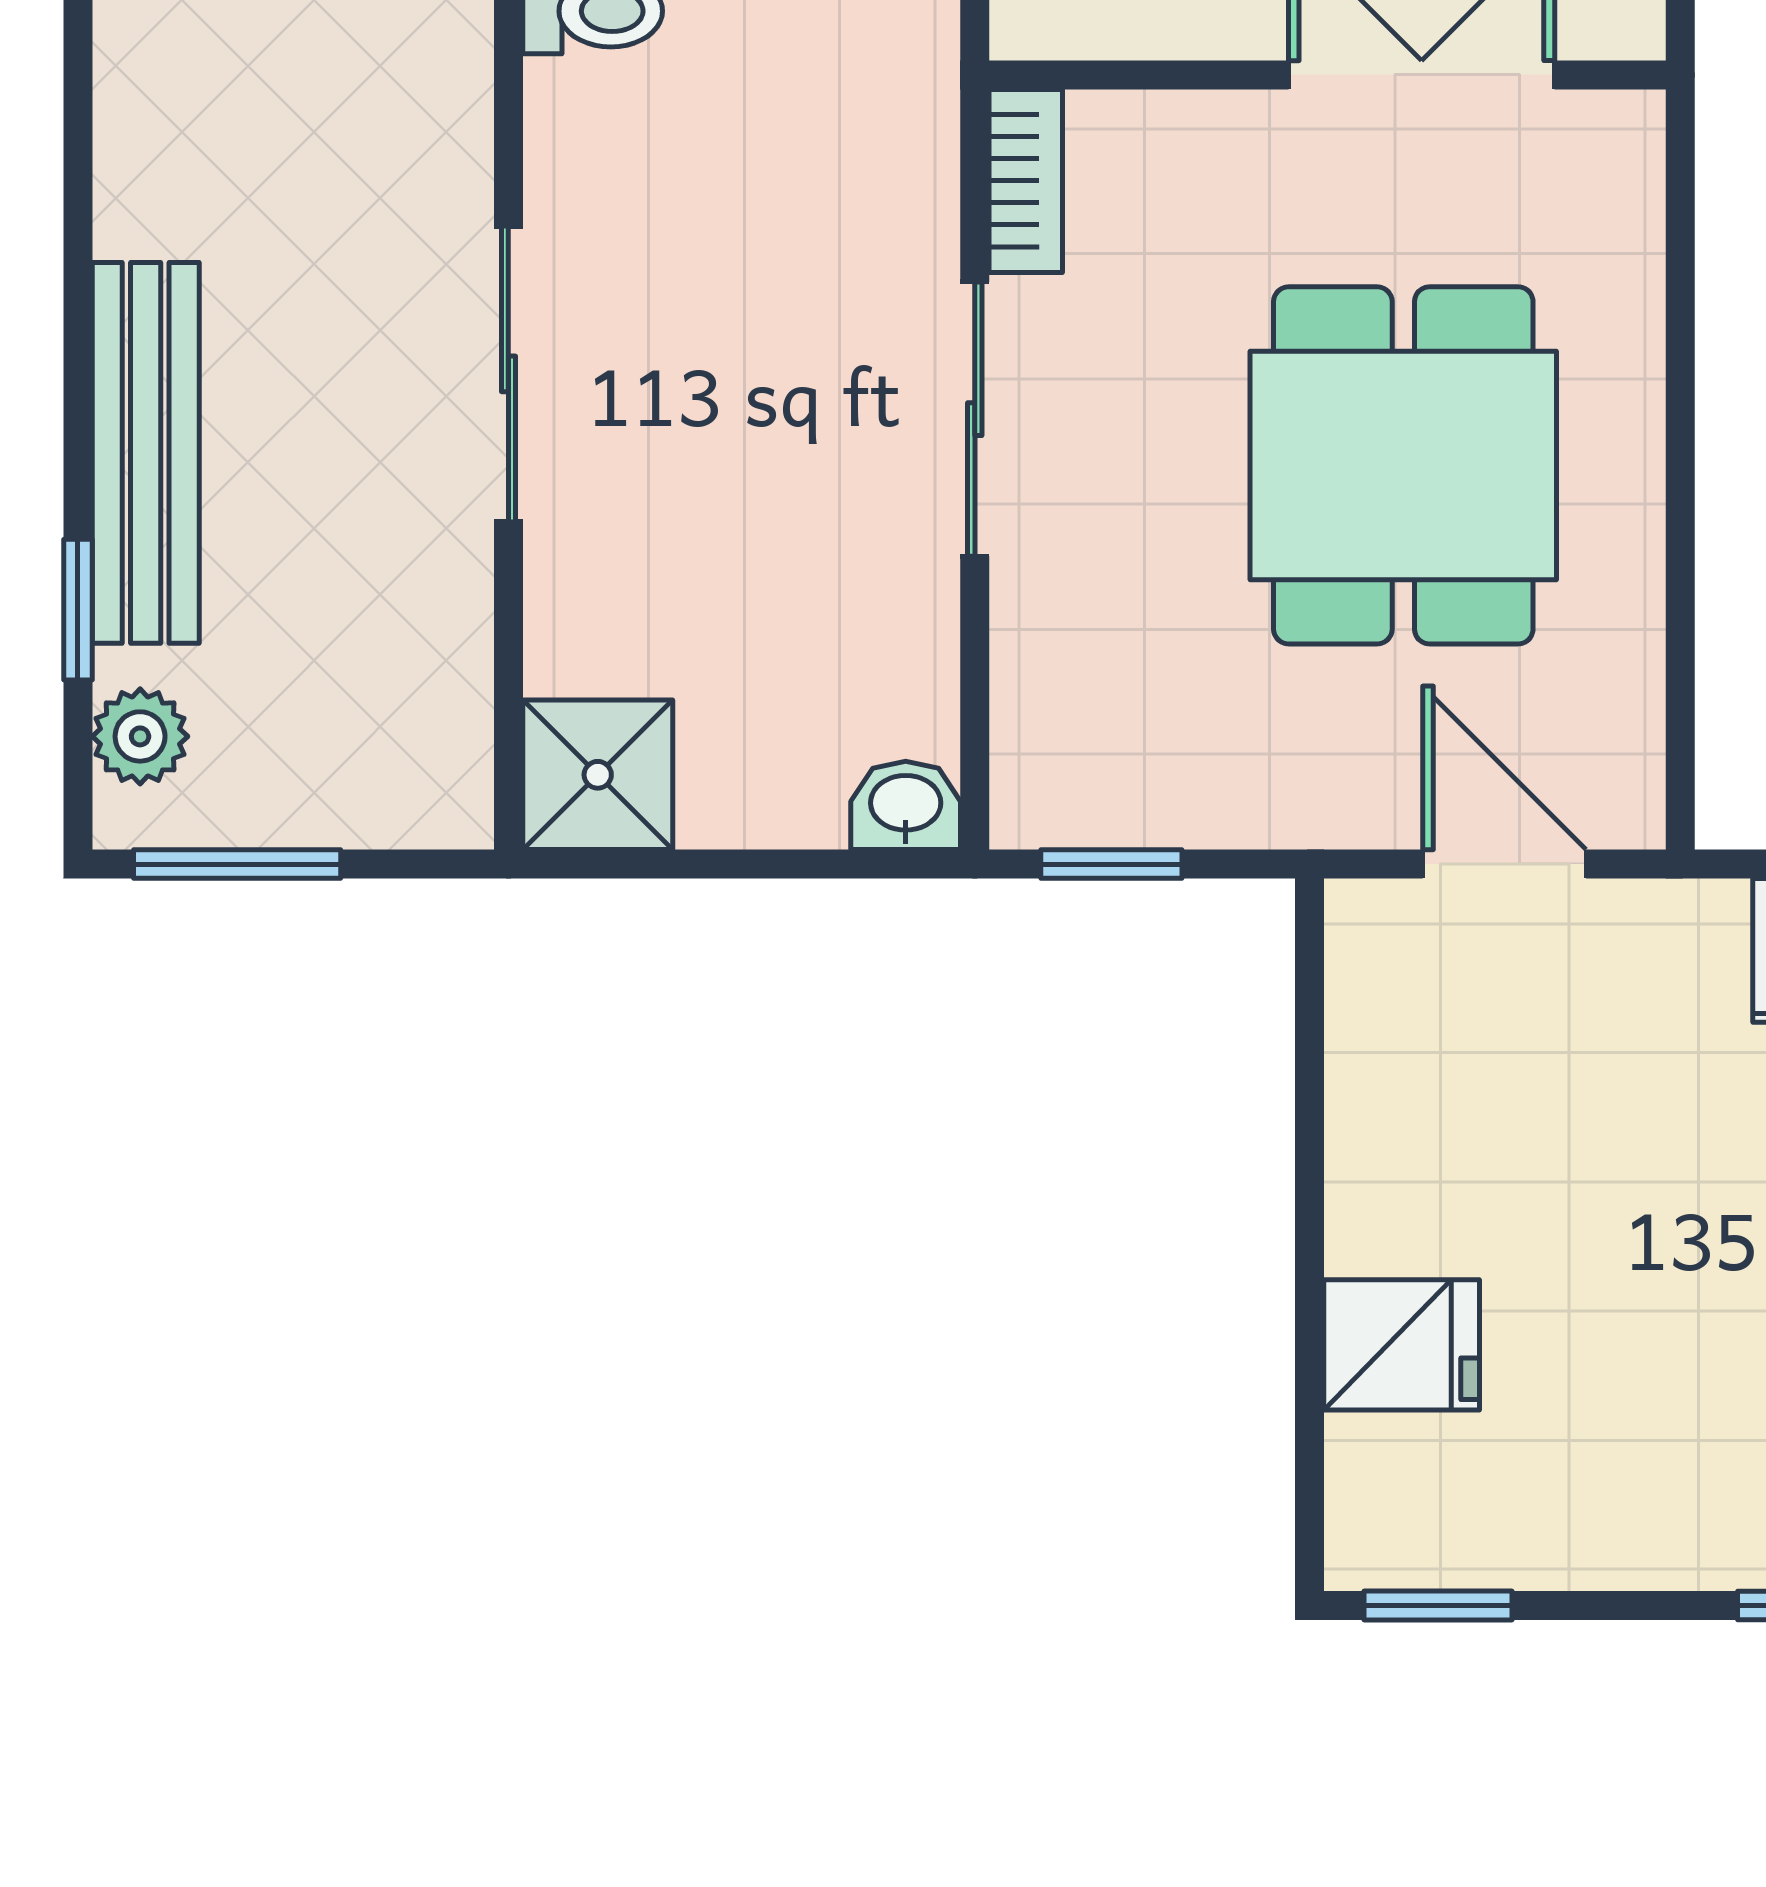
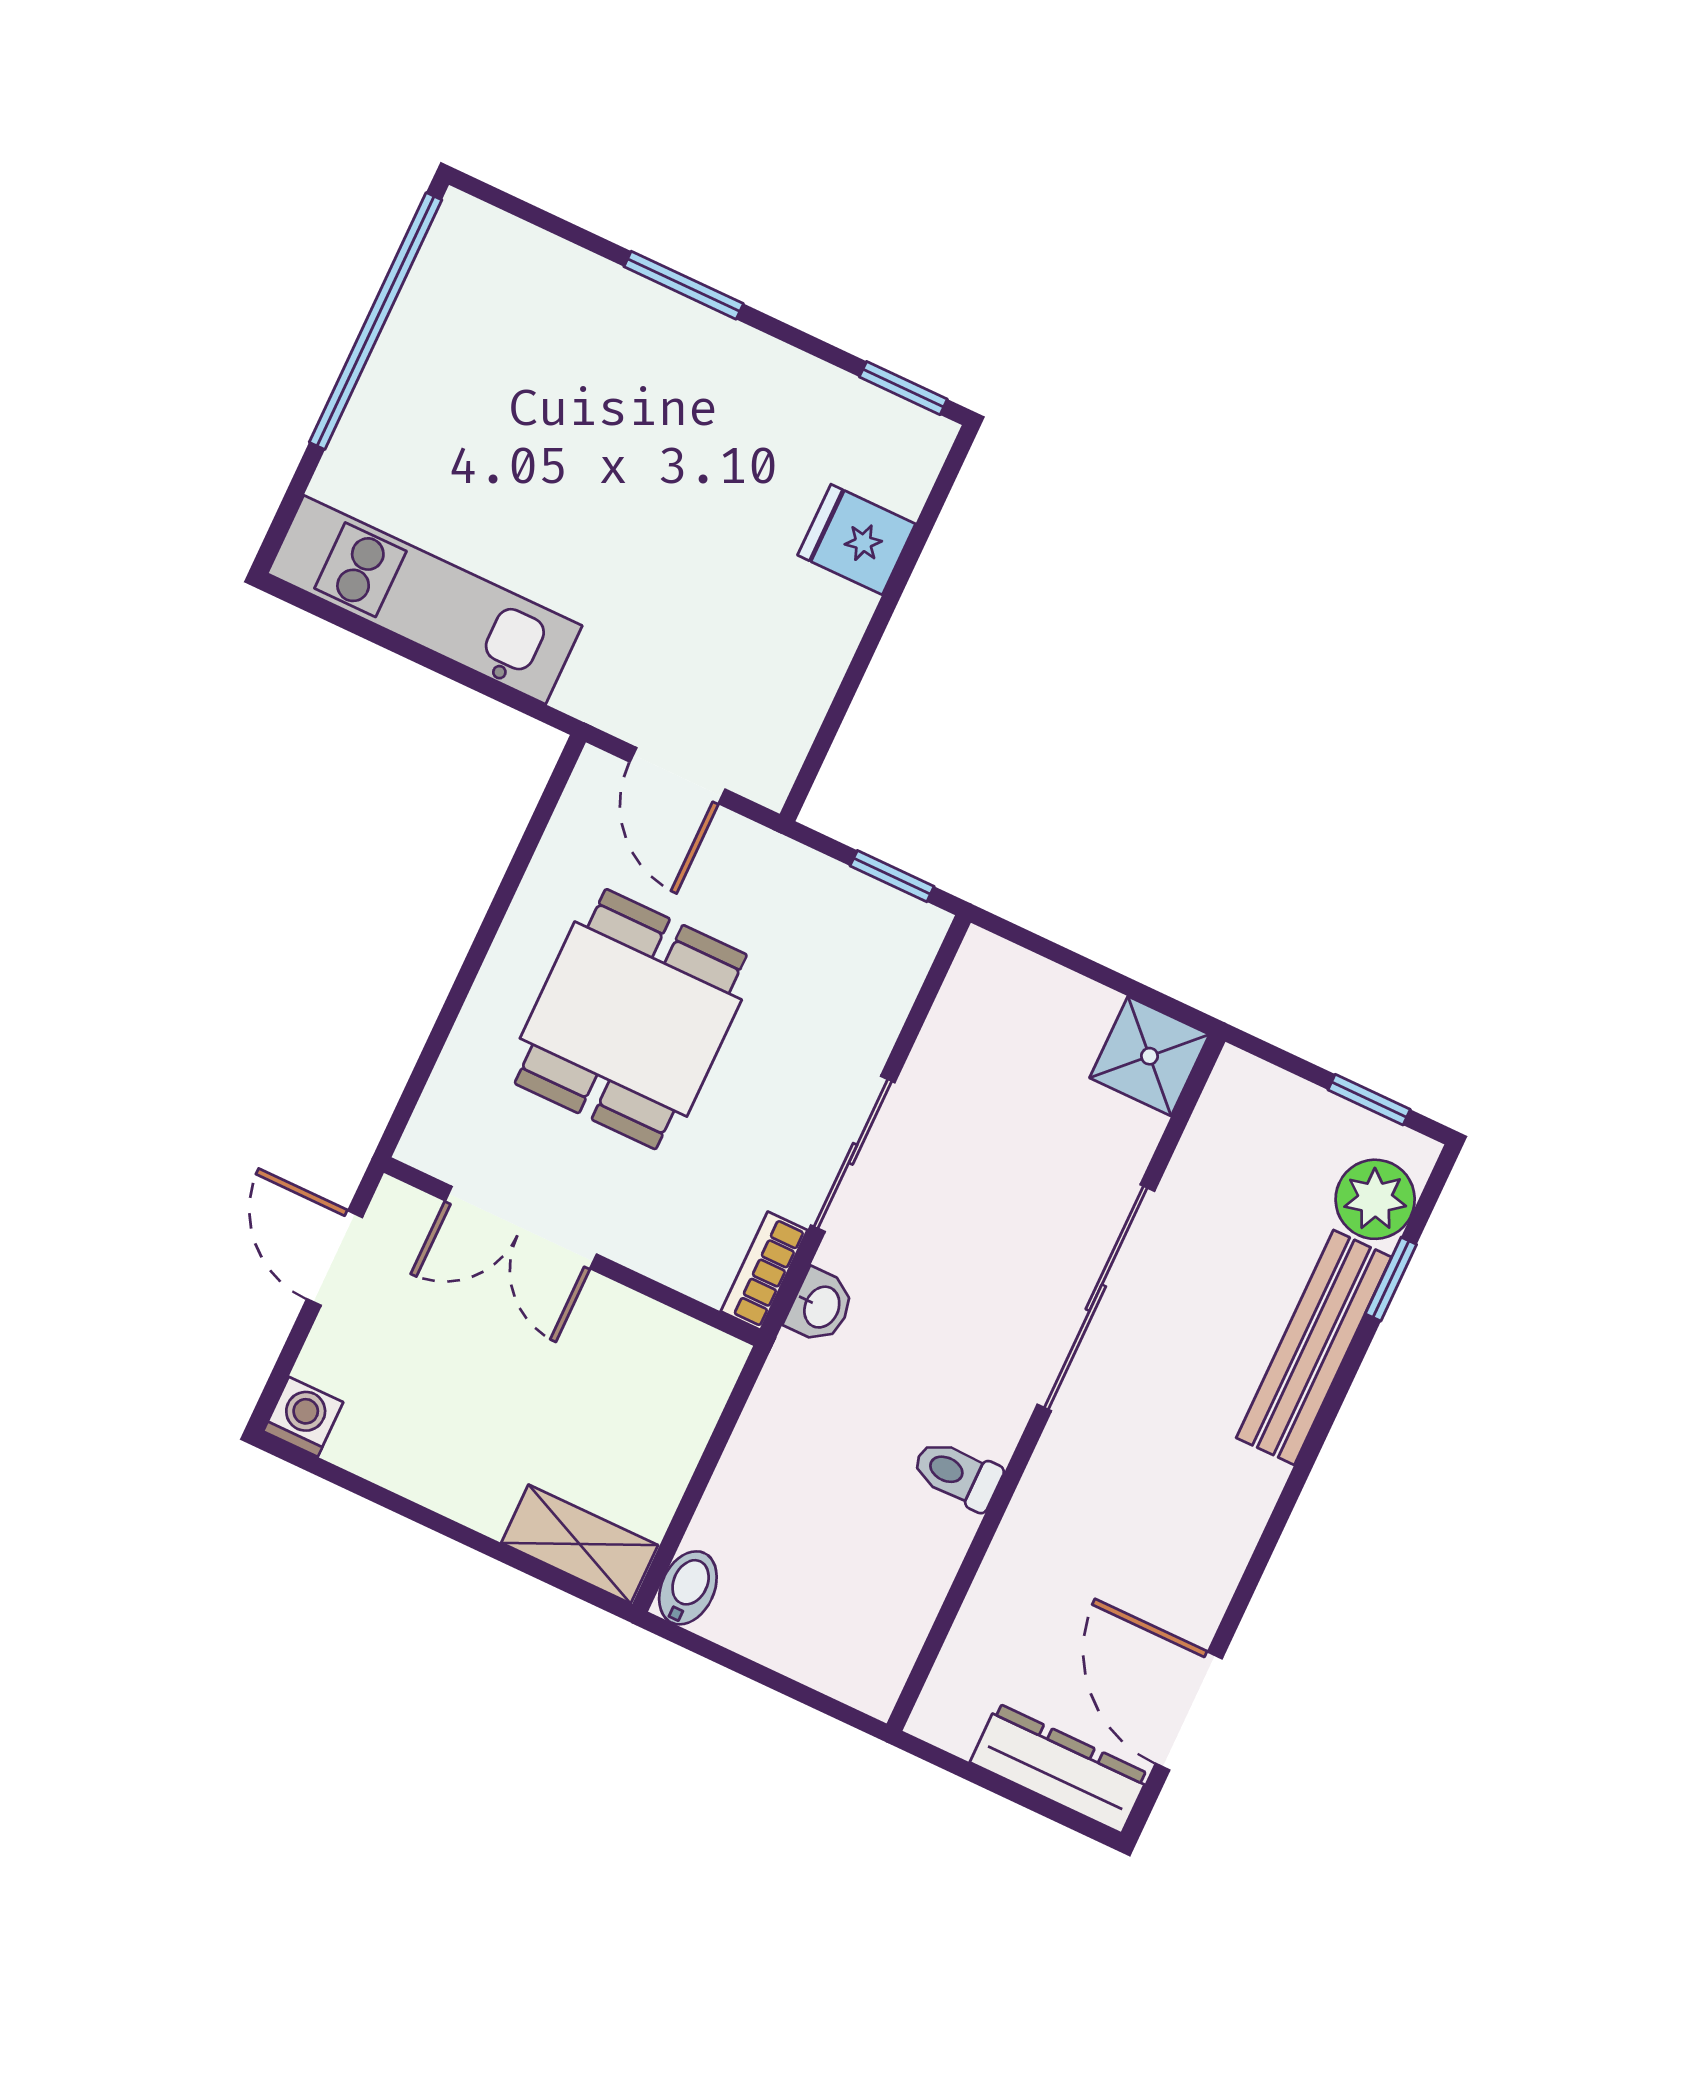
sliding door: (508, 374) -> (1096, 1298), width x1.37
plant: (140, 736) -> (1375, 1199), width x1.38, depth x1.38
washbasin: (906, 805) -> (820, 1306), moved, turned -90
window: (237, 864) -> (1369, 1100), width x0.67

